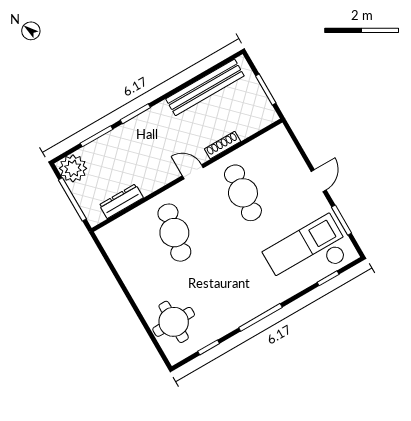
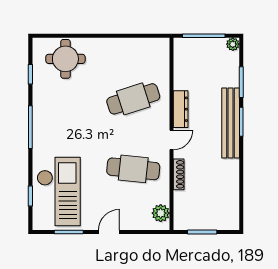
bench: (205, 87) -> (231, 123), moved
plant: (271, 141) -> (161, 213), added
plant: (73, 168) -> (233, 44), width x0.53, depth x0.53
door: (319, 181) -> (109, 232), swing flipped
dresser: (121, 201) -> (181, 109), moved
cafe table: (174, 233) -> (133, 99), turned -30

